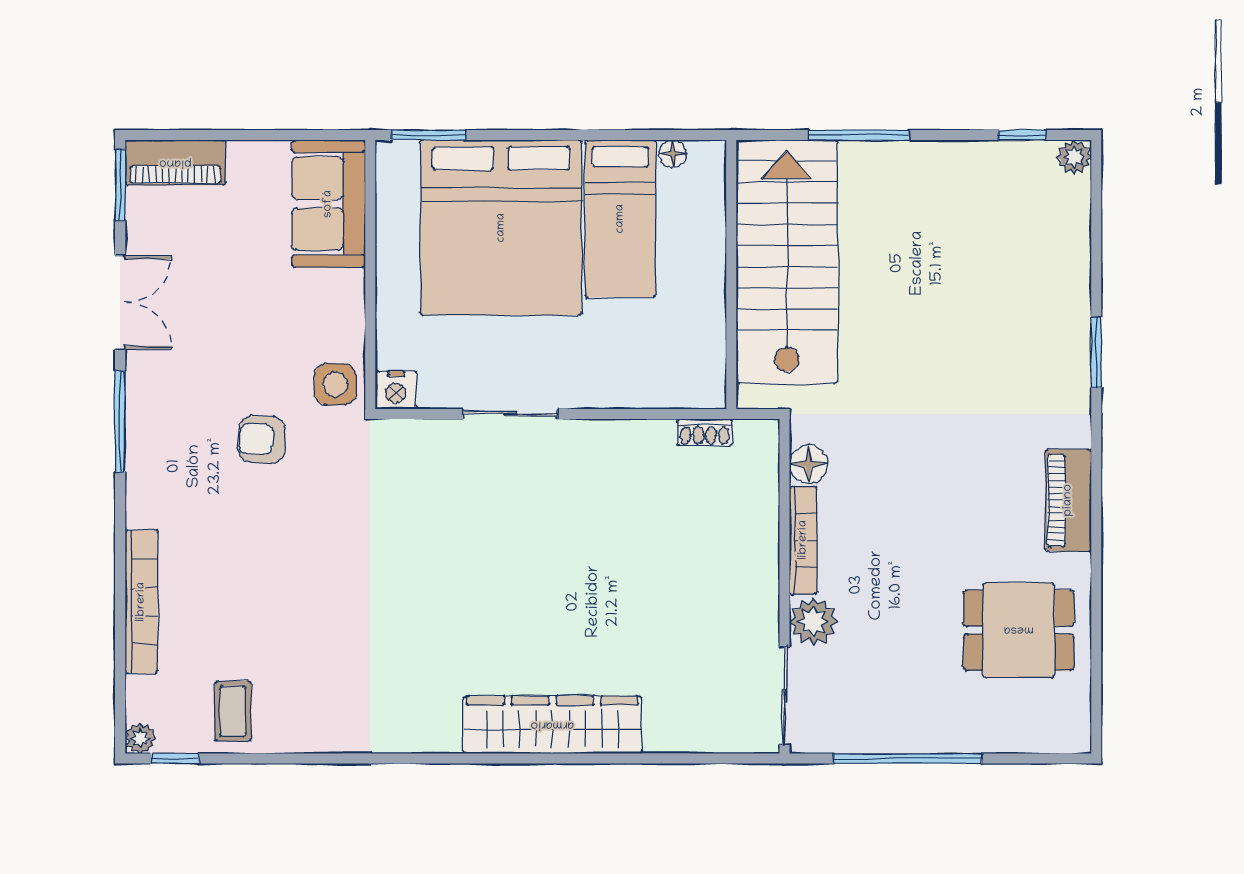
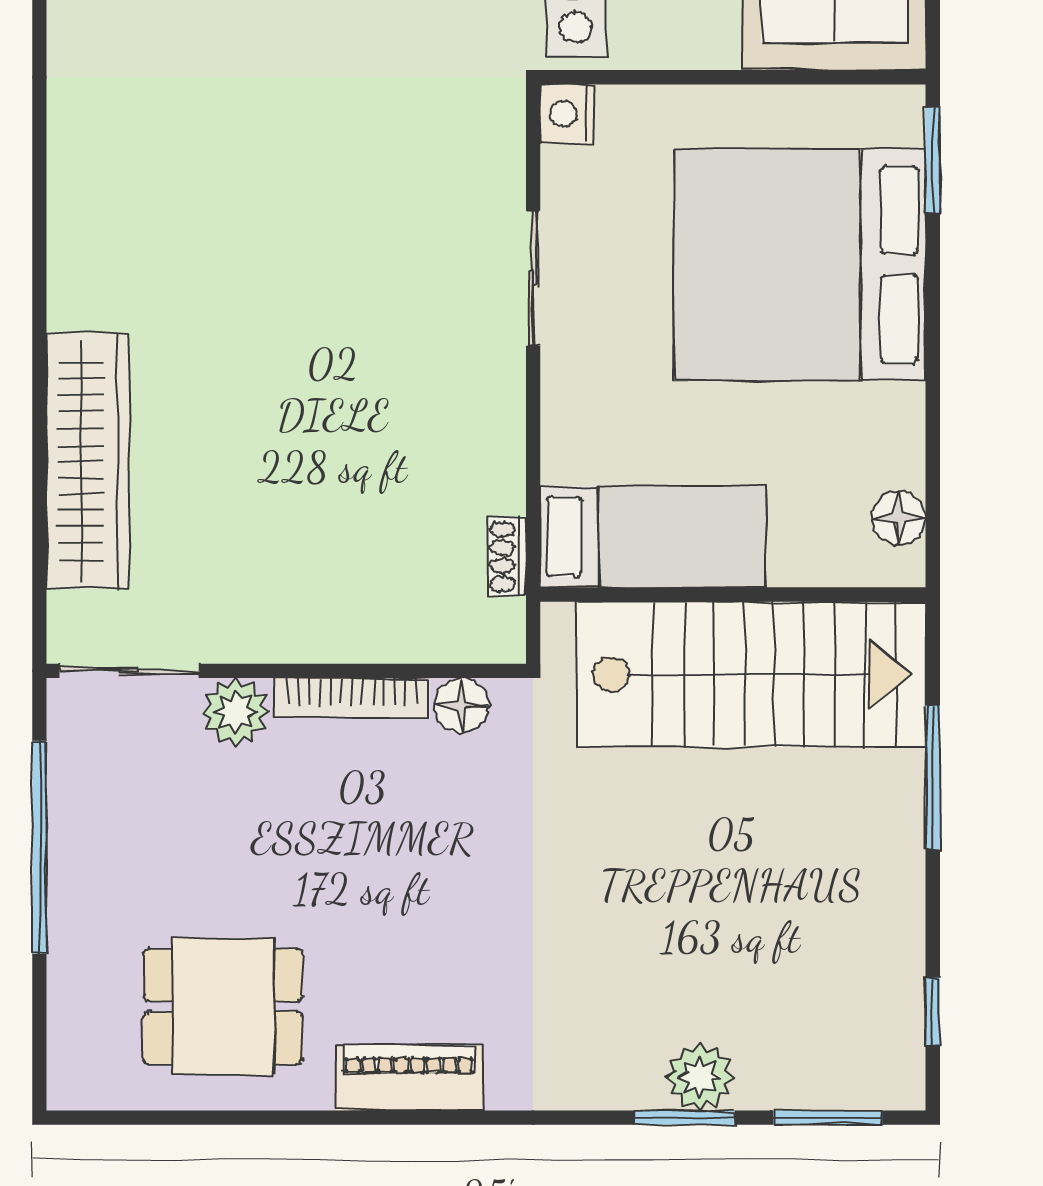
floor lamp: (673, 154) -> (899, 518), width x1.37, depth x1.37
plant: (1074, 157) -> (699, 1077), moved, width x1.38, depth x1.38
window: (1096, 208) -> (828, 1118), added
bed: (620, 219) -> (653, 537), moved, turned 180
window: (1096, 353) -> (684, 1118), moved
dining table: (1019, 630) -> (223, 1007), turned 90
wardrobe: (552, 725) -> (88, 461), moved

